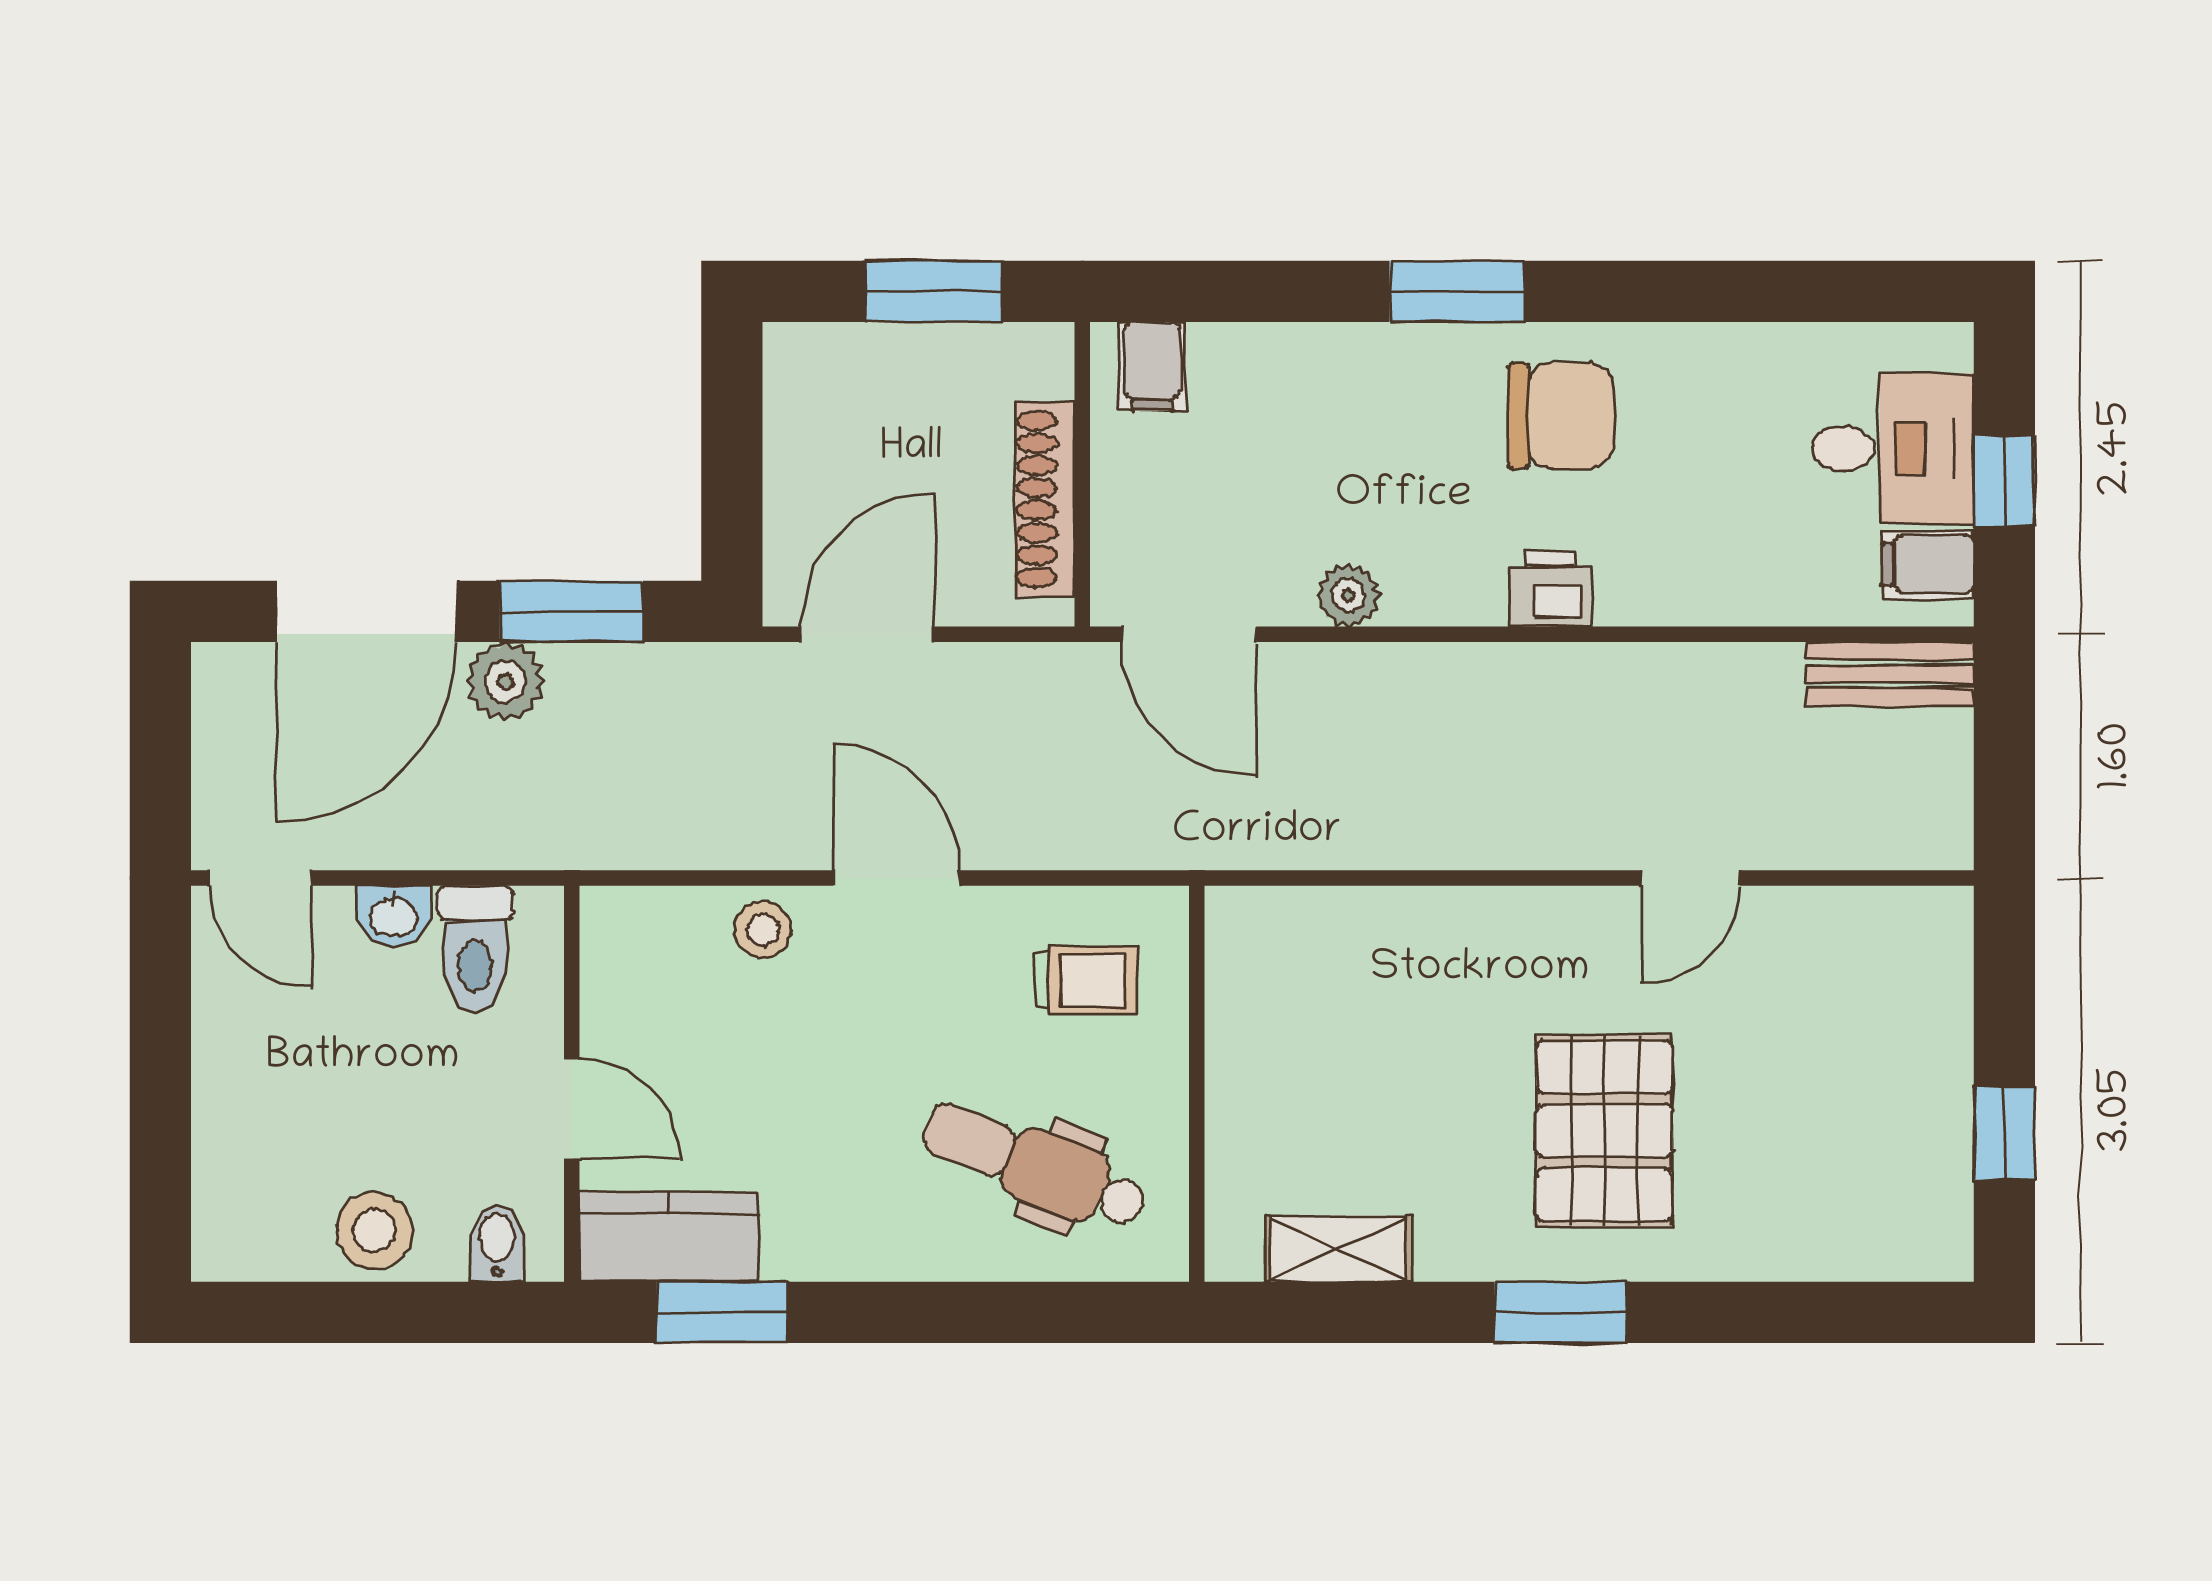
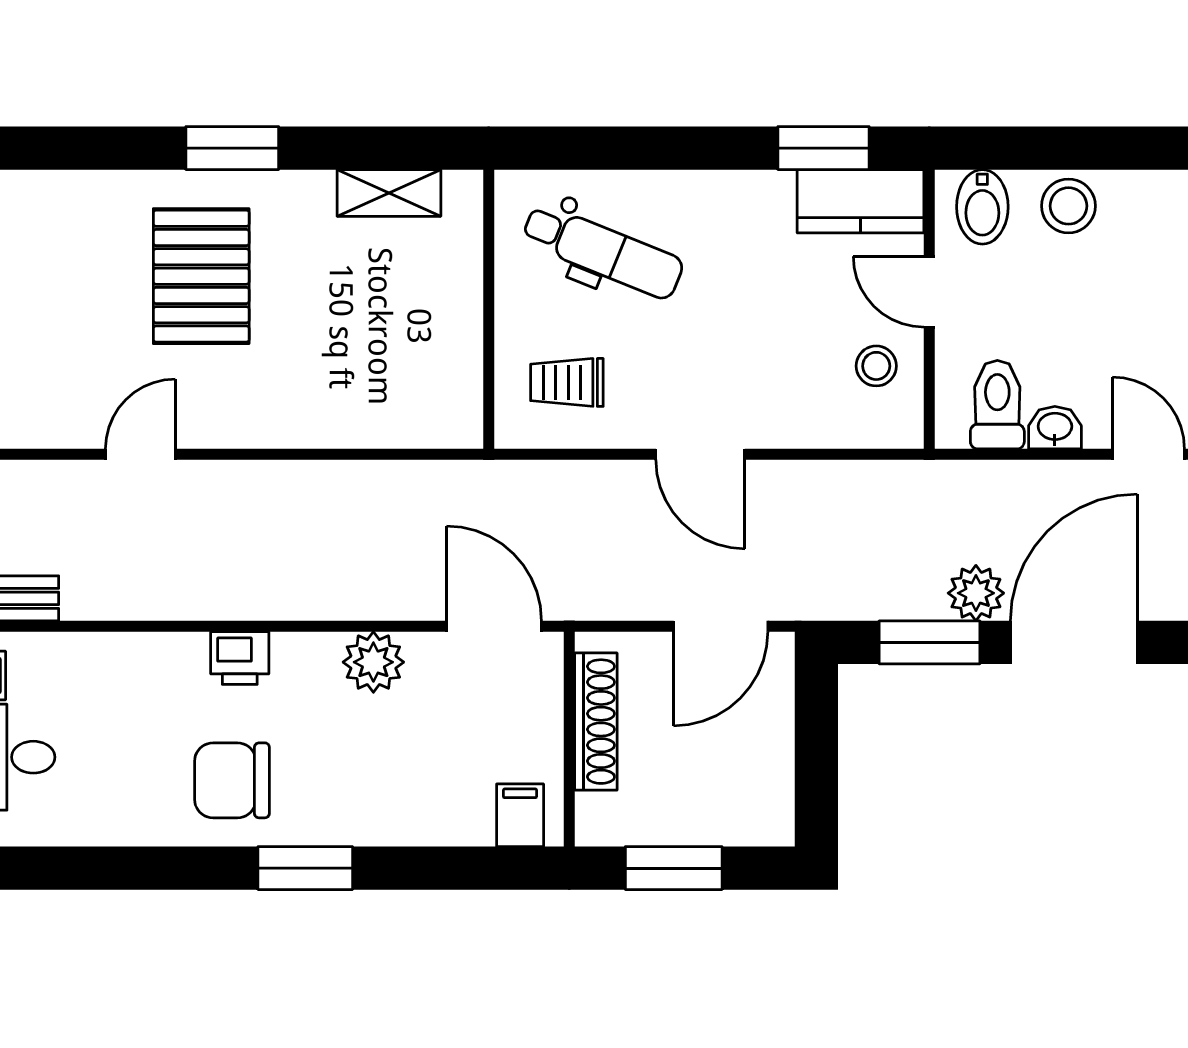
plant: (1348, 595) -> (373, 662), width x1.38, depth x1.38
stool: (763, 930) -> (876, 366), moved
bidet: (497, 1243) -> (982, 207), width x1.38, depth x1.36

